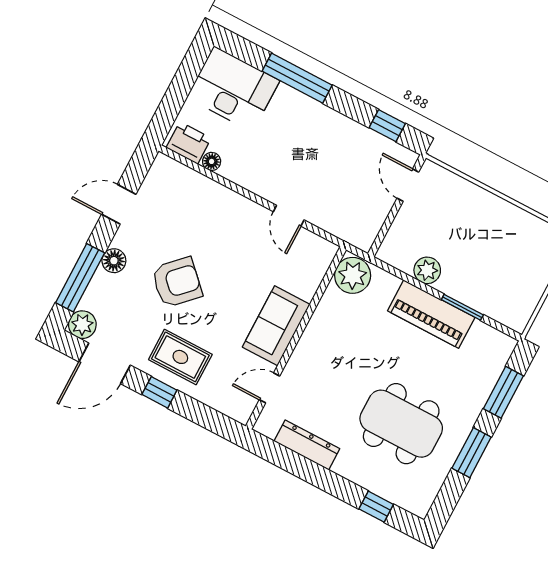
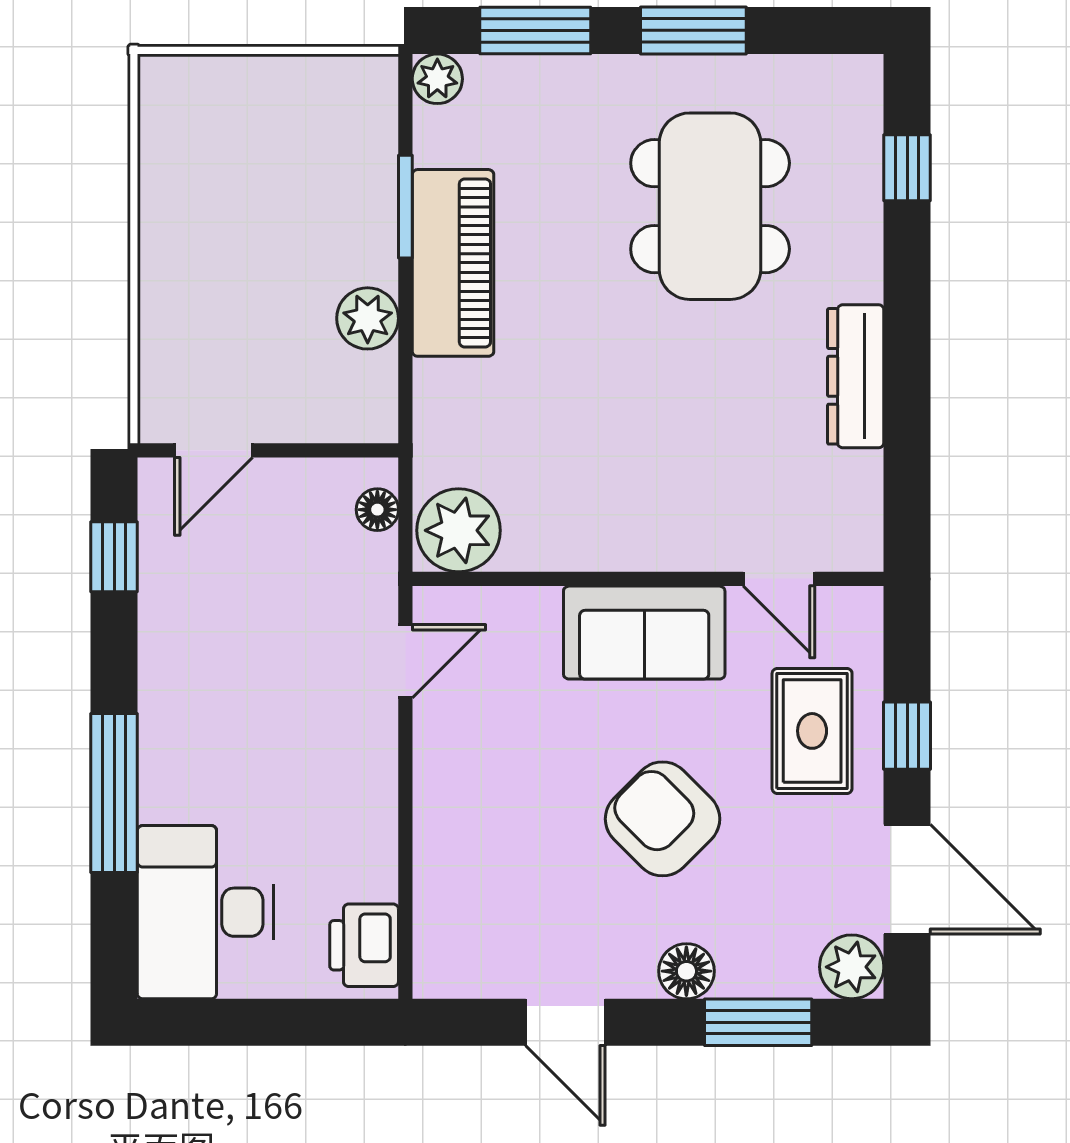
floor lamp: (212, 161) -> (377, 510), moved
plant: (353, 275) -> (458, 530), moved
window: (80, 278) -> (758, 1022), width x0.69
sofa: (276, 326) -> (644, 633), moved
wall: (296, 338) -> (648, 579), moved
plant: (505, 345) -> (437, 79), added
door: (270, 388) -> (779, 579), moved

